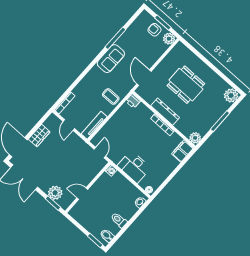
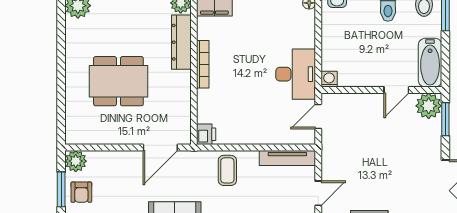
dining table: (186, 85) -> (118, 81), turned 90
dresser: (165, 112) -> (181, 42), moved
desk: (134, 167) -> (296, 74), moved
plant: (55, 193) -> (429, 106), moved
door: (82, 194) -> (396, 90), hinge flipped
bathtub: (81, 217) -> (430, 63), added

